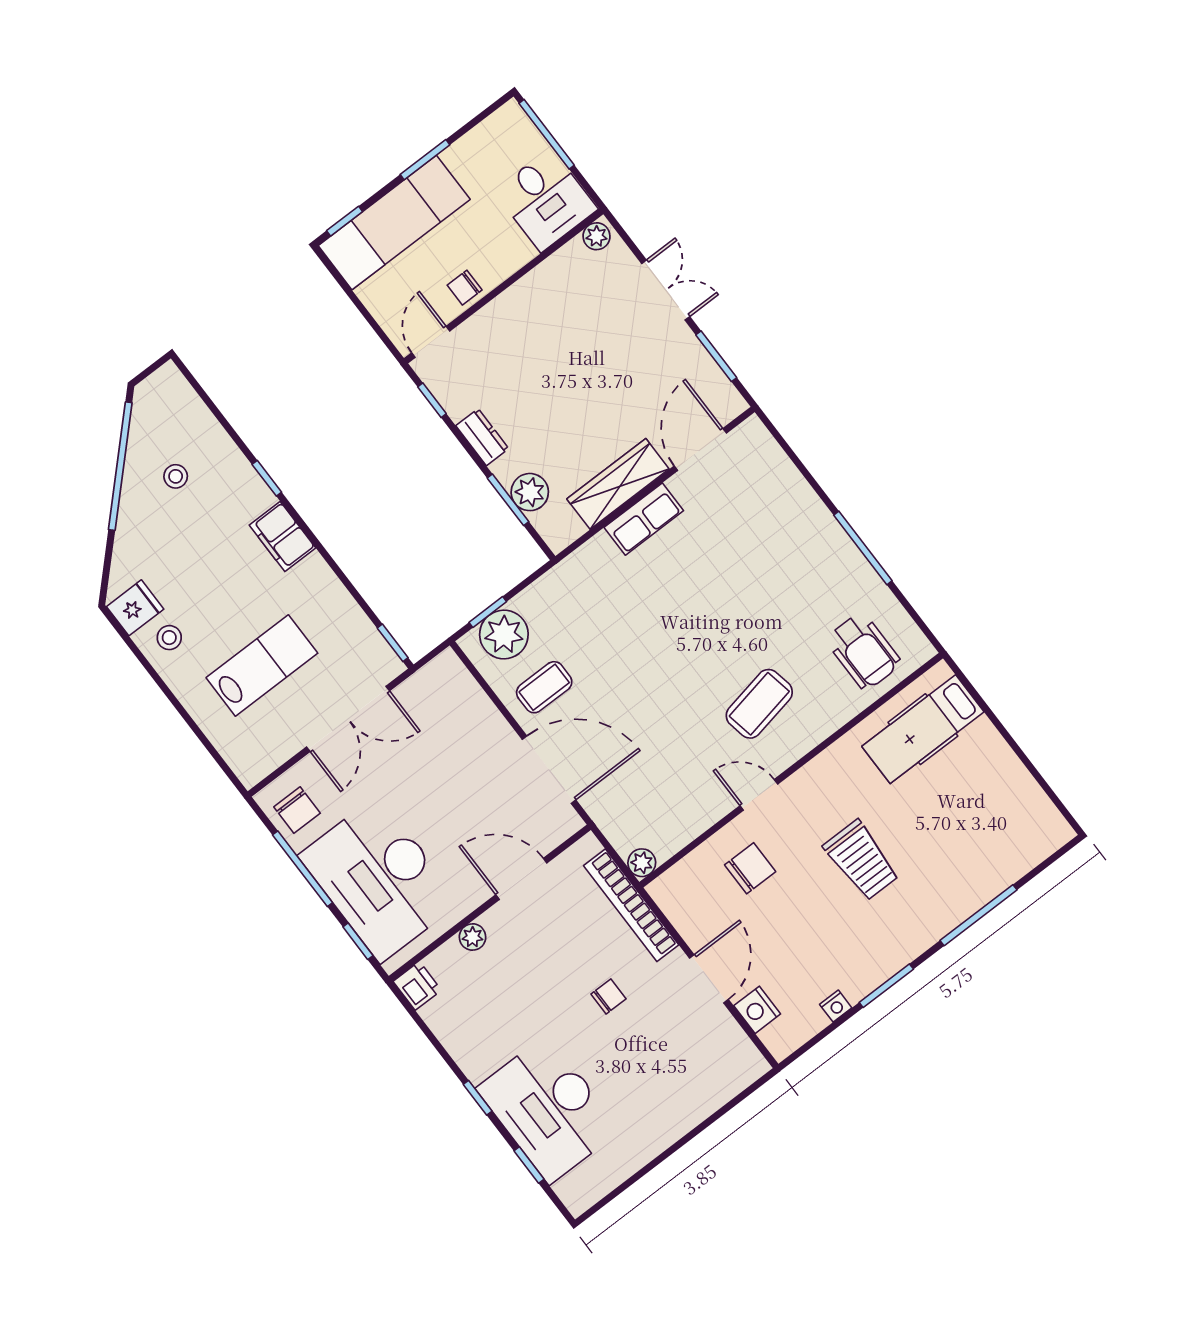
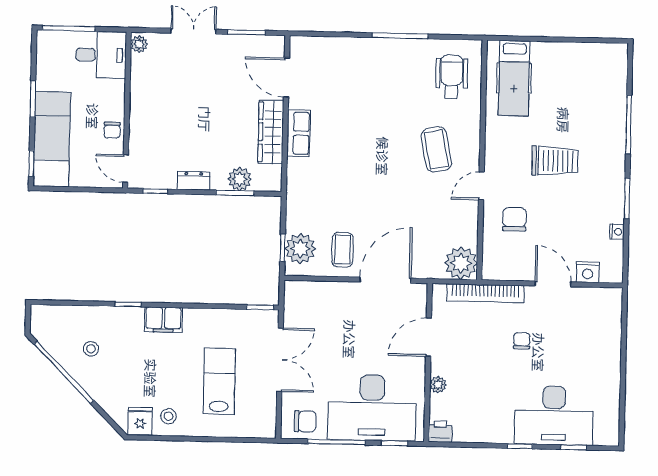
wheelchair: (863, 651) -> (452, 77), turned -90
plant: (642, 863) -> (461, 263), width x1.88, depth x1.88

